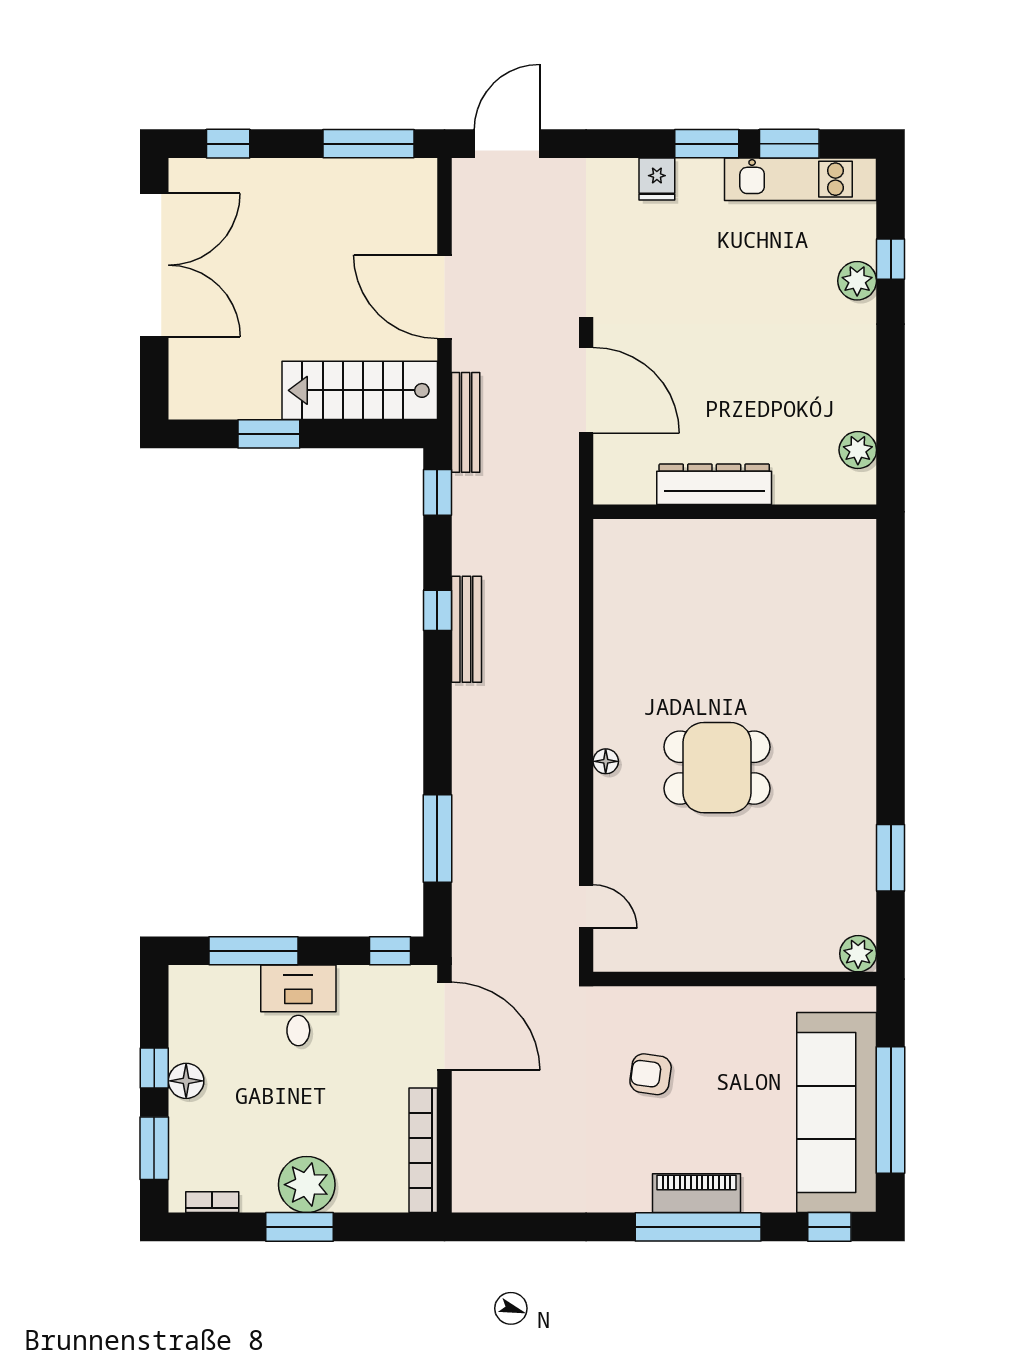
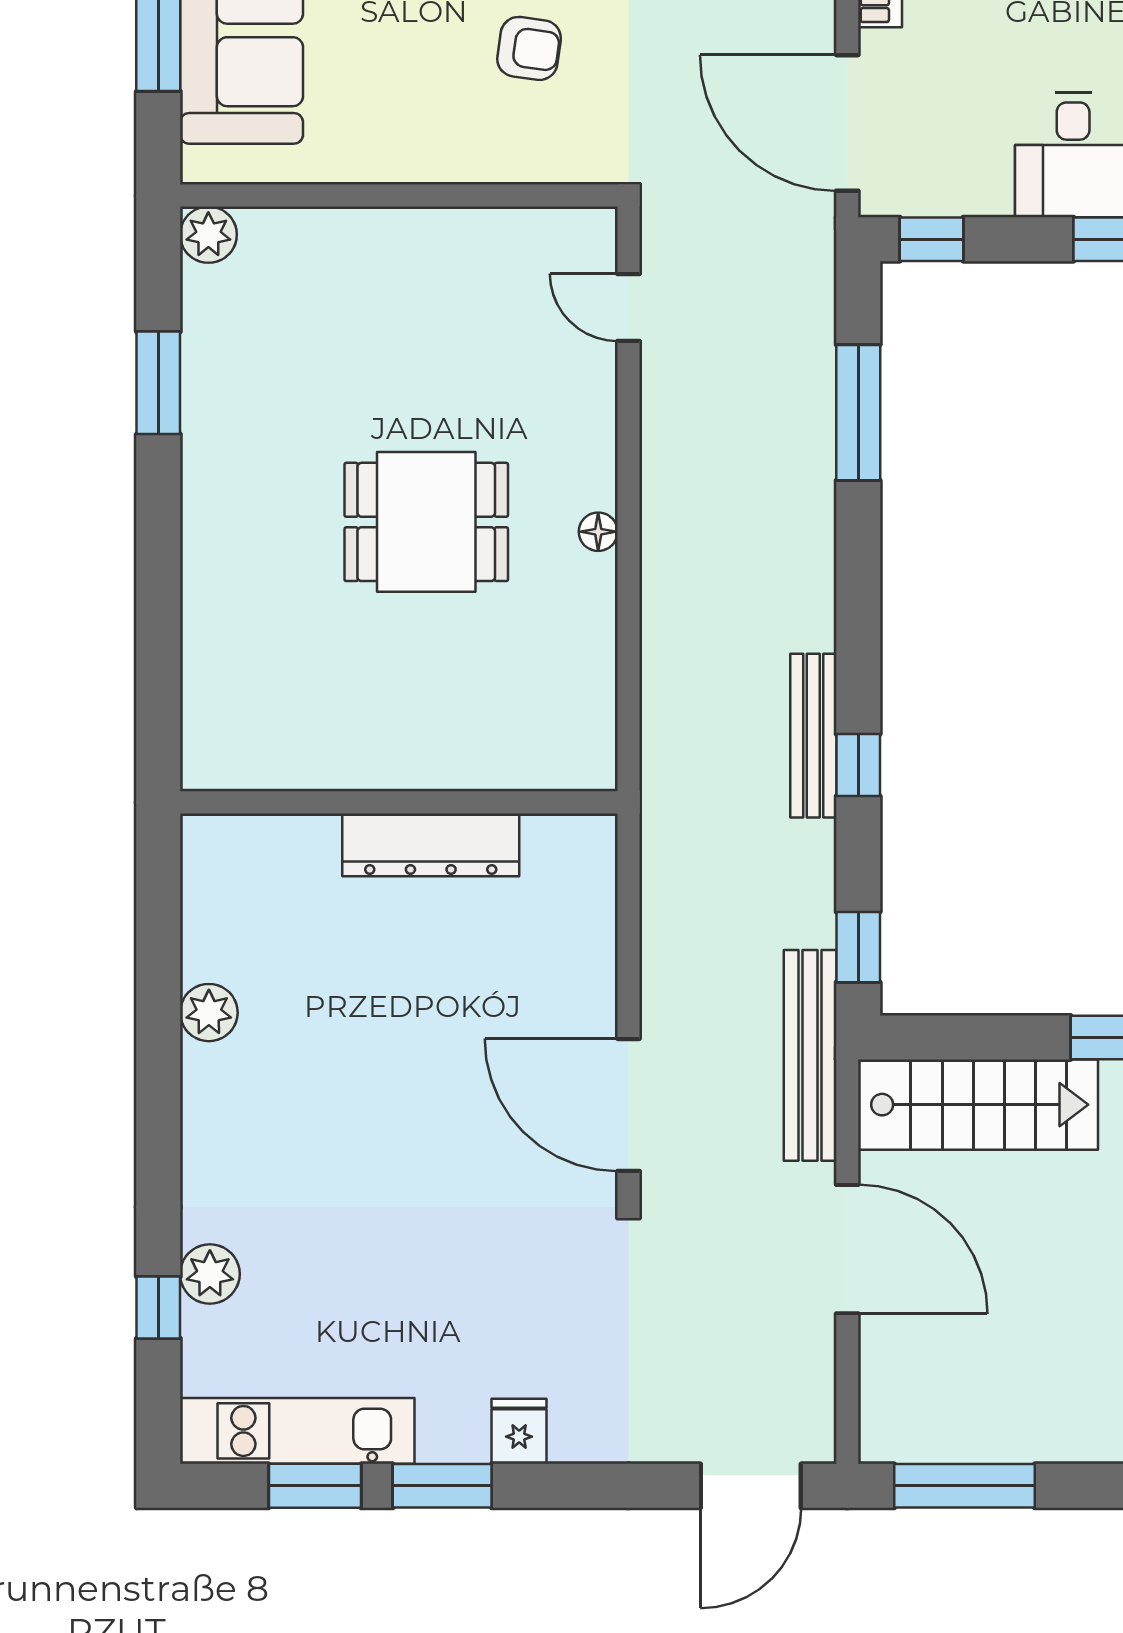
bench: (466, 422) -> (810, 1055), width x1.37, depth x1.21
dresser: (714, 484) -> (431, 845), moved
wall: (735, 512) -> (399, 802), moved

